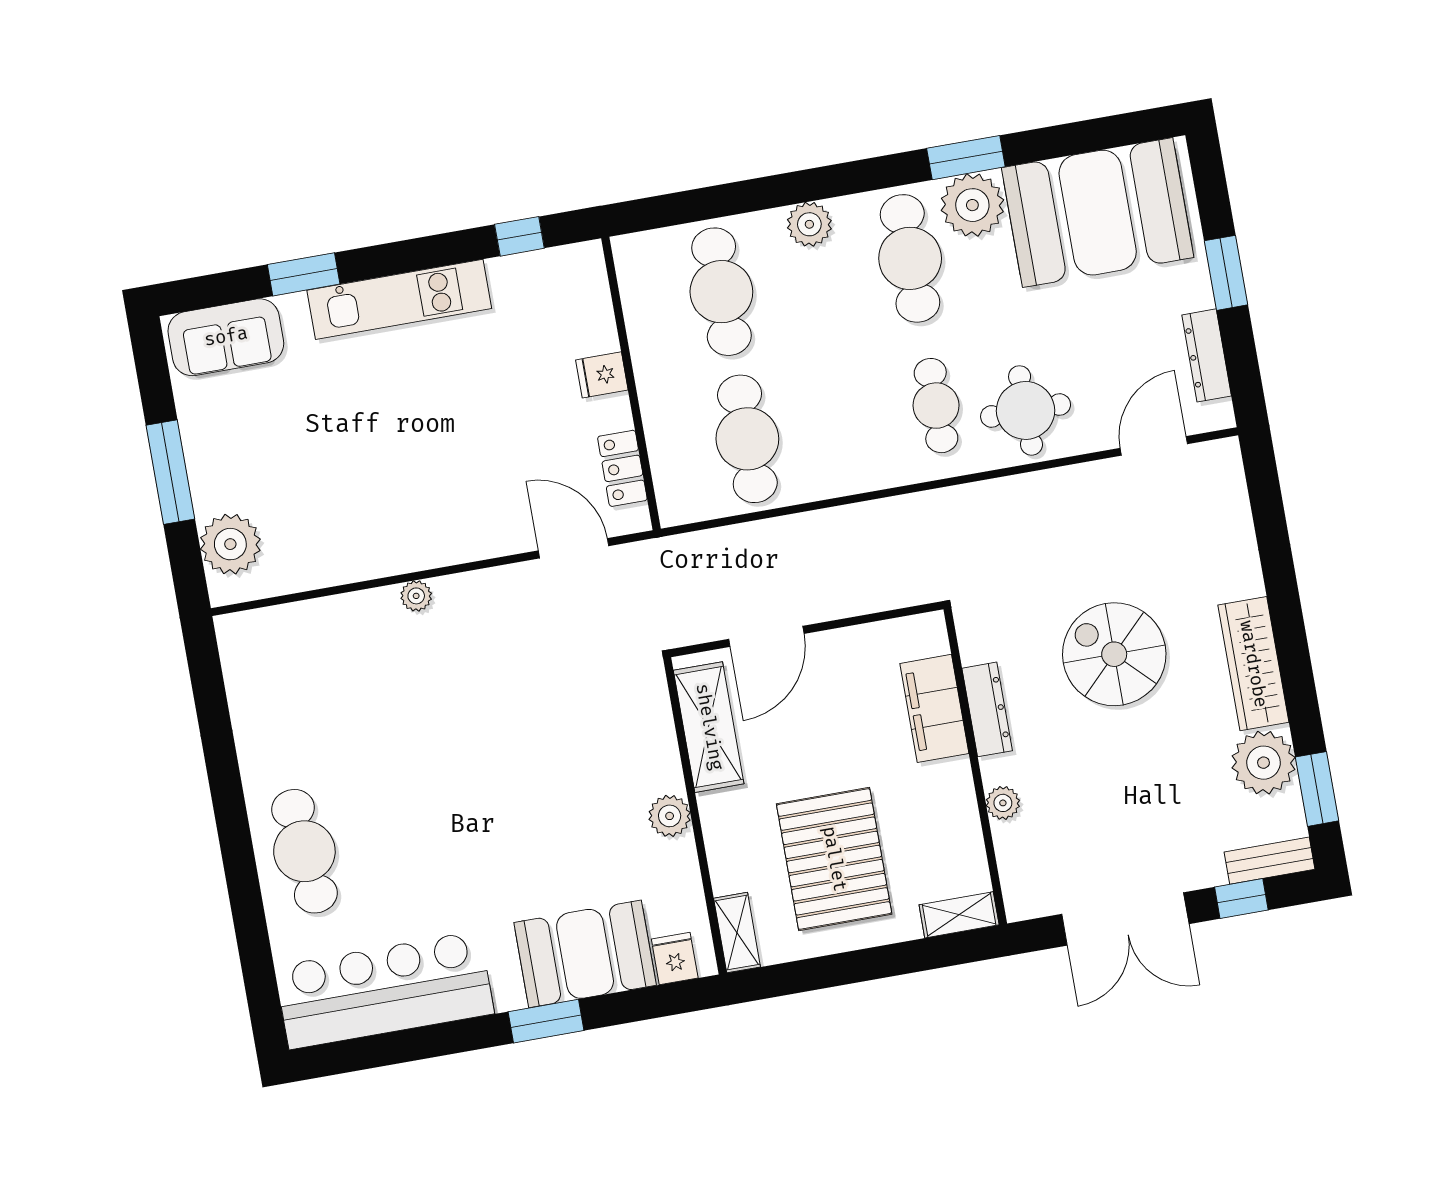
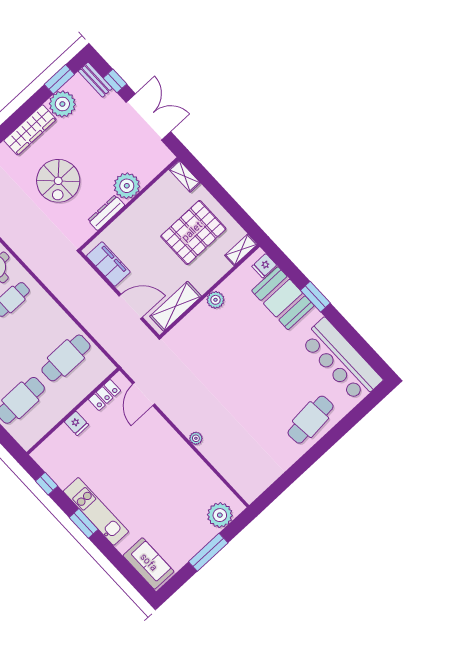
window: (304, 274) -> (84, 523), moved
filing cabinet: (934, 708) -> (108, 264), moved, turned -90
plant: (1003, 803) -> (127, 186), width x1.87, depth x1.87

